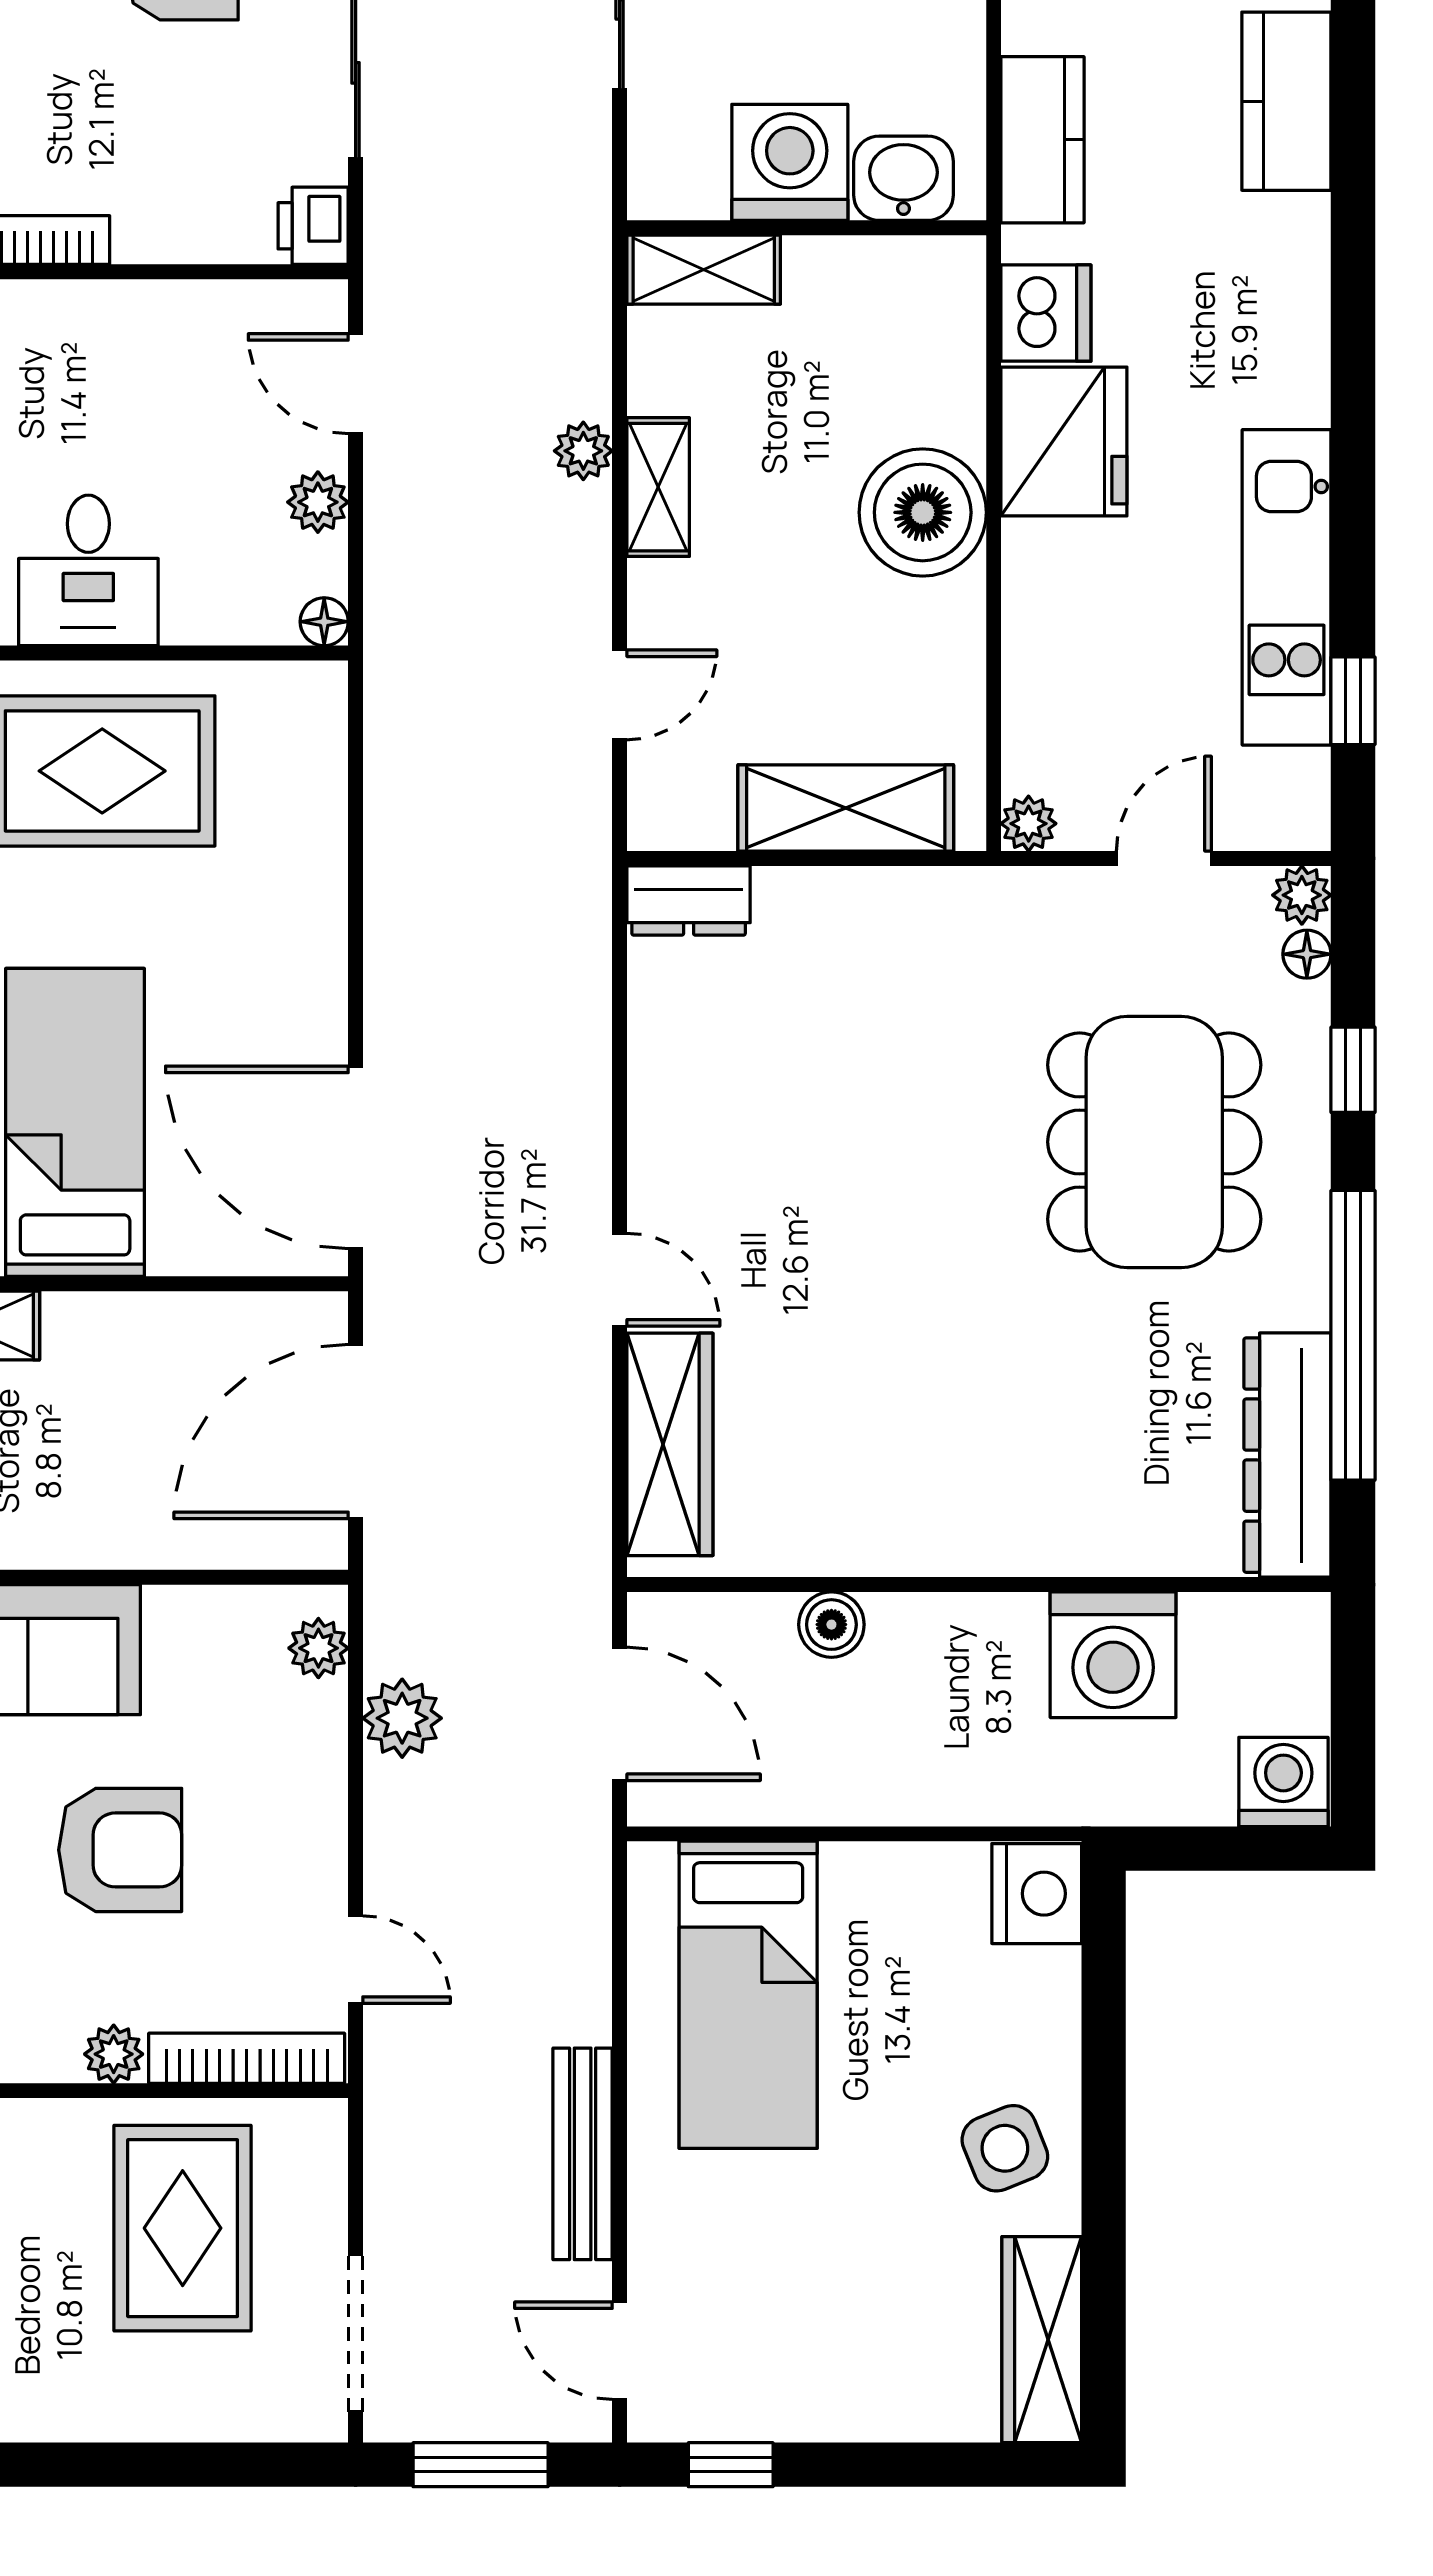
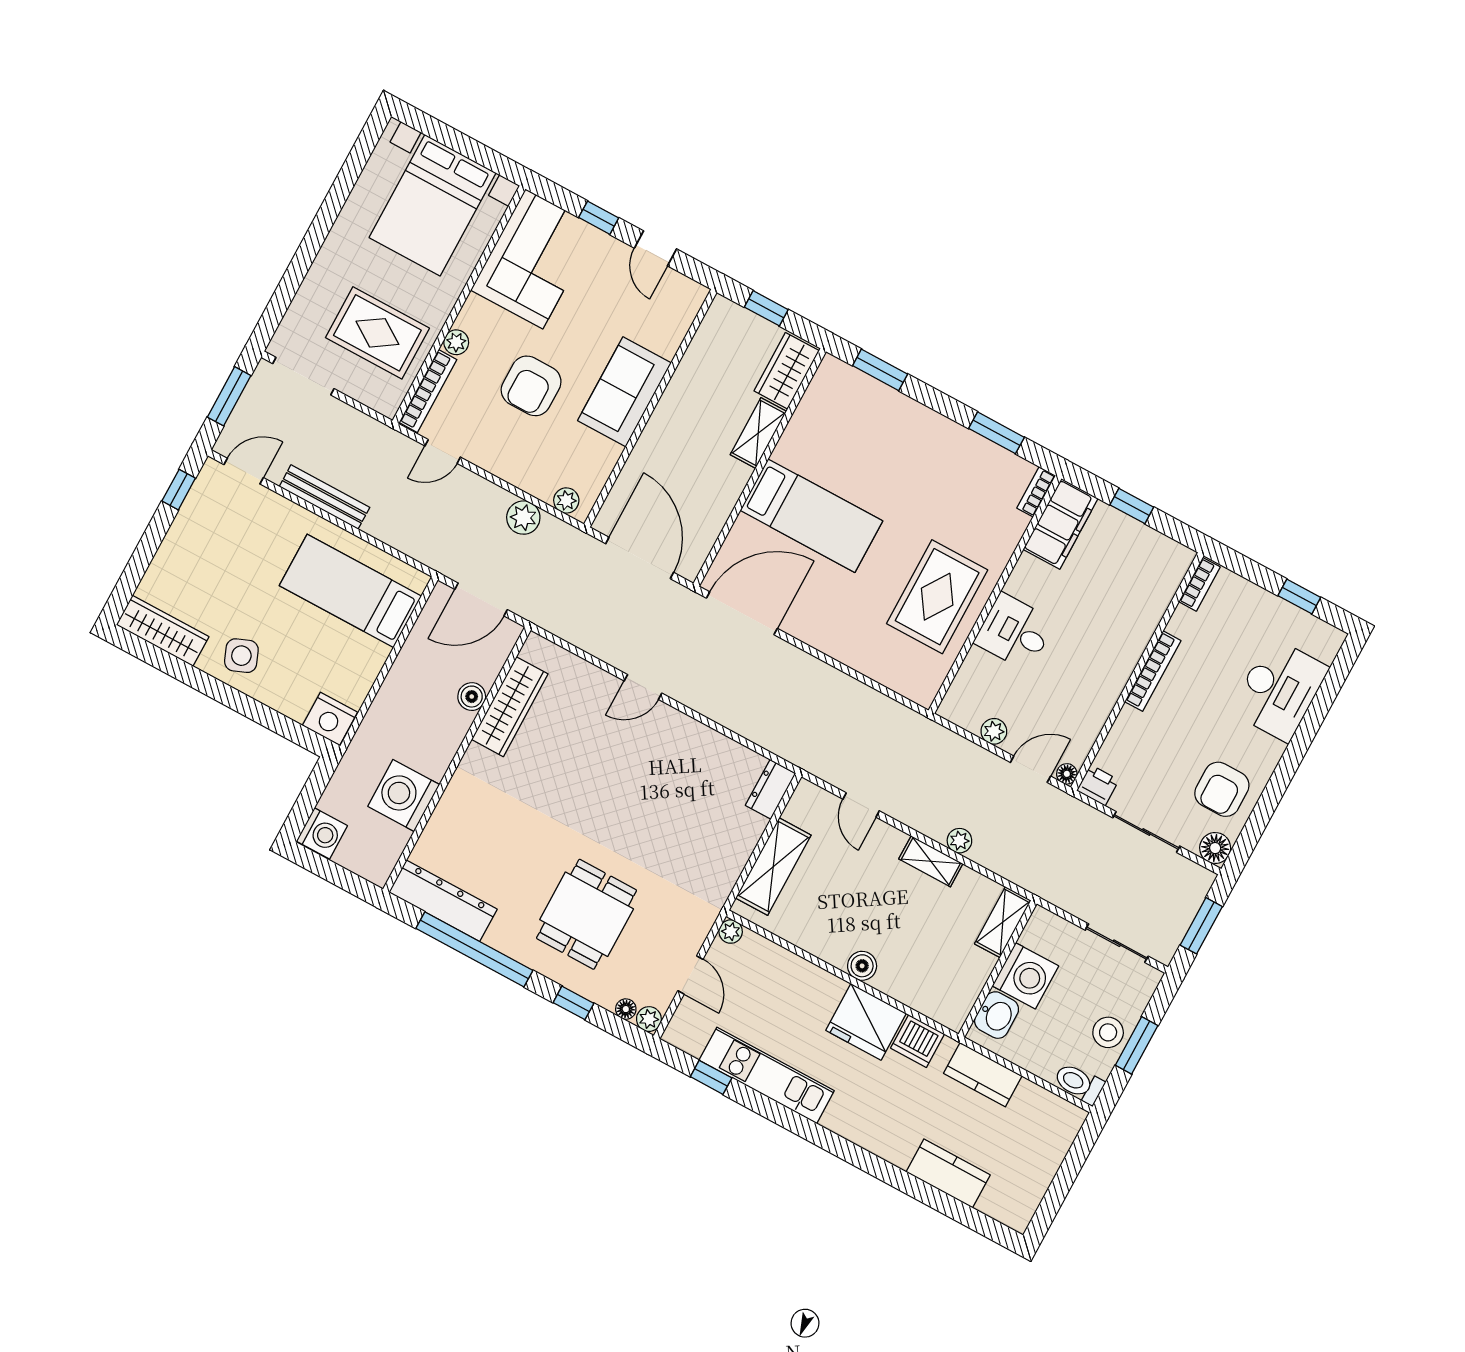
boiler: (923, 512) -> (862, 966), width x0.54, depth x0.54
floor lamp: (324, 622) -> (1067, 774), moved
dining table: (1154, 1142) -> (587, 914), width x0.73
wardrobe: (670, 1444) -> (510, 707), moved, turned -90

